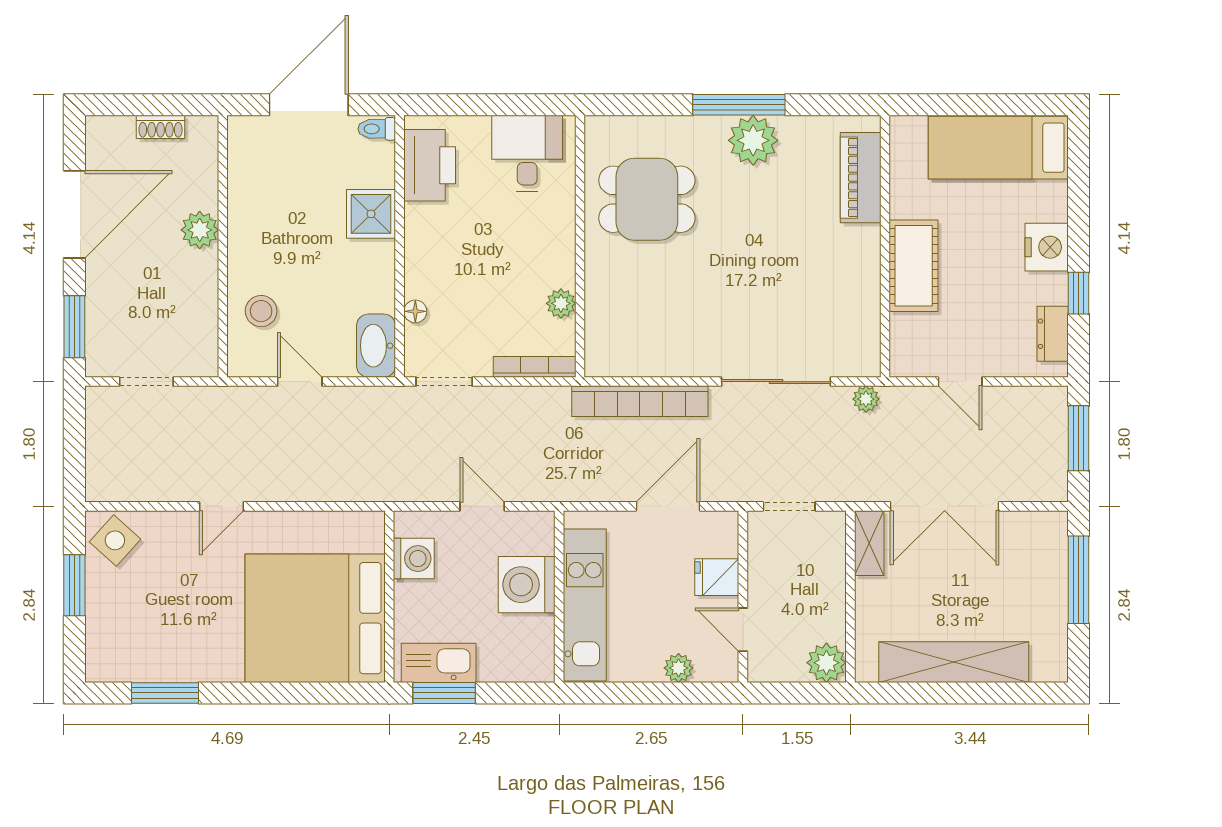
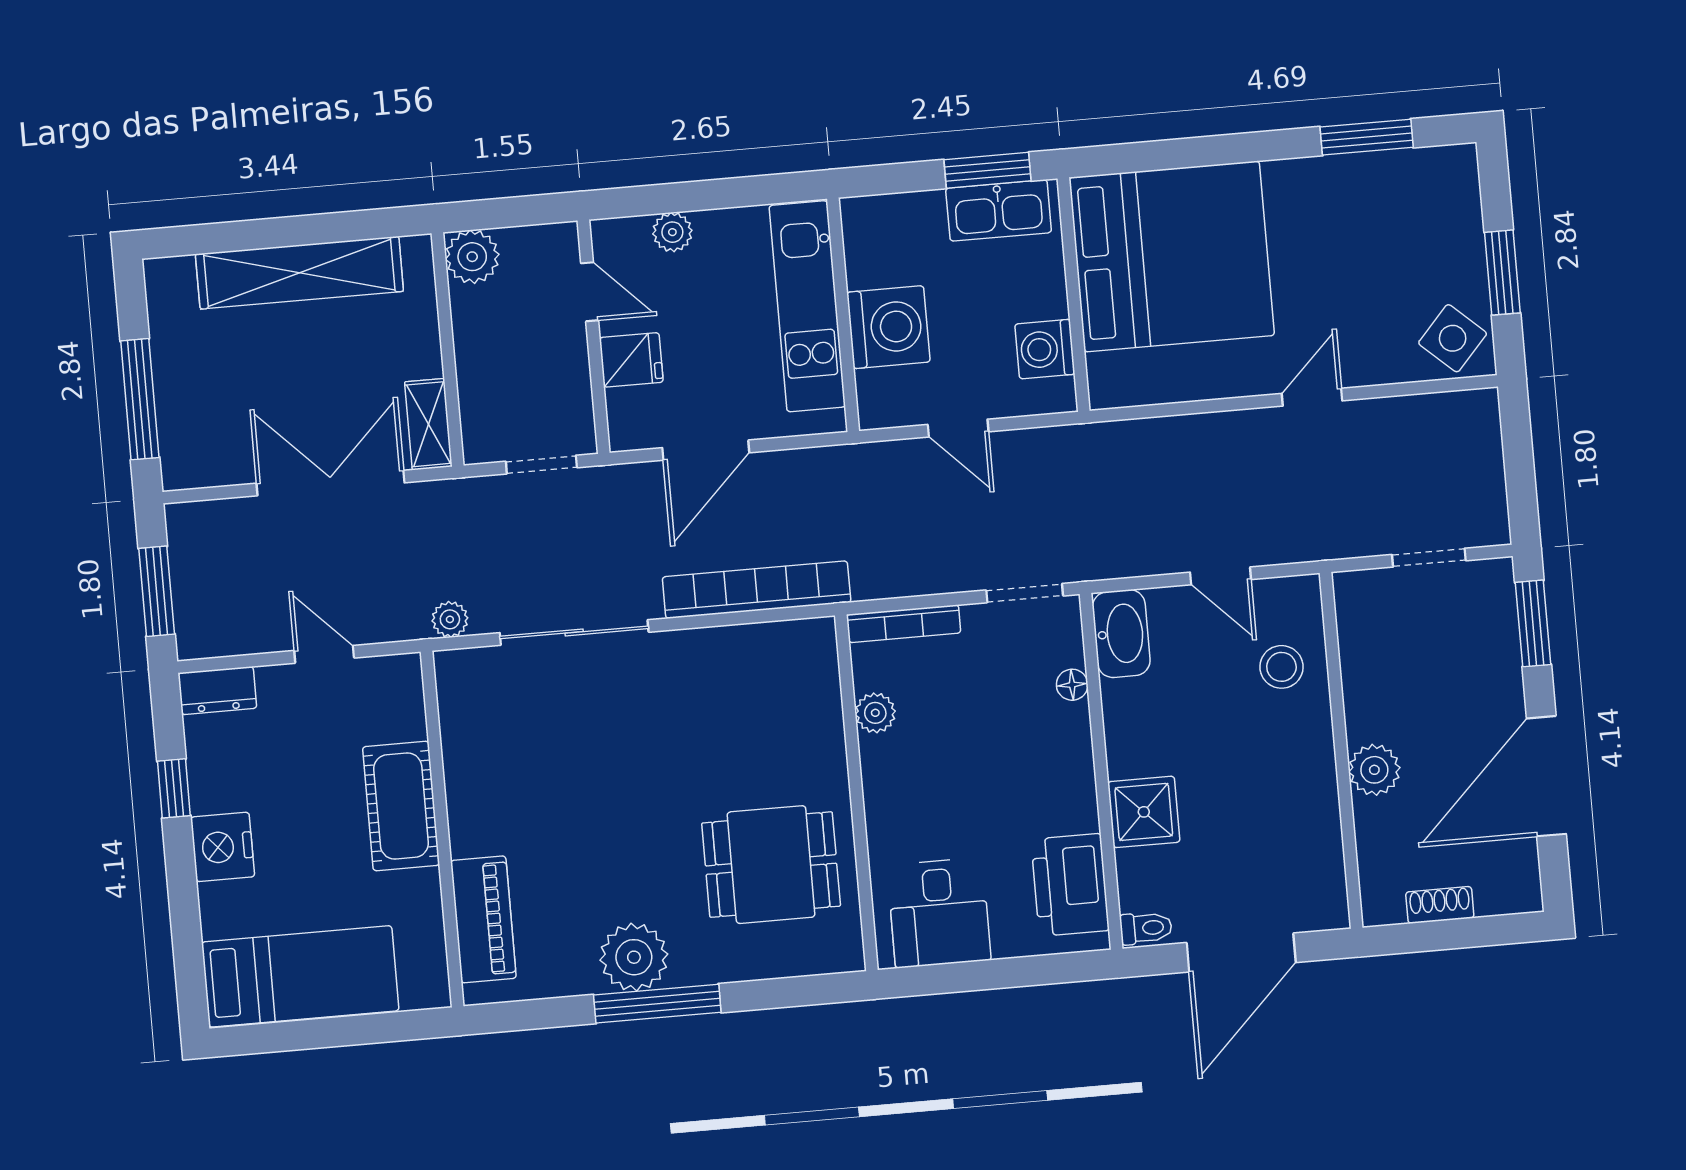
dresser: (1053, 334) -> (217, 691), moved, turned 90

